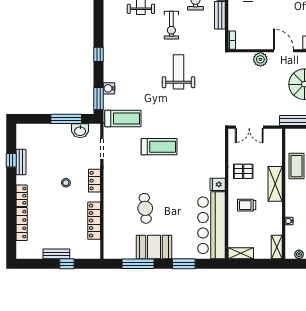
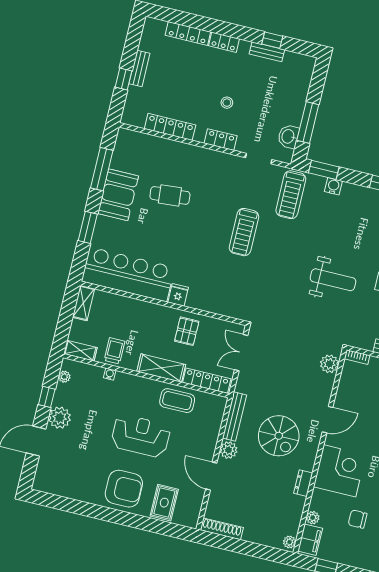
plant: (260, 59) -> (329, 364), moved
locker: (276, 148) -> (207, 381), added
trolley: (247, 205) -> (114, 351), moved

